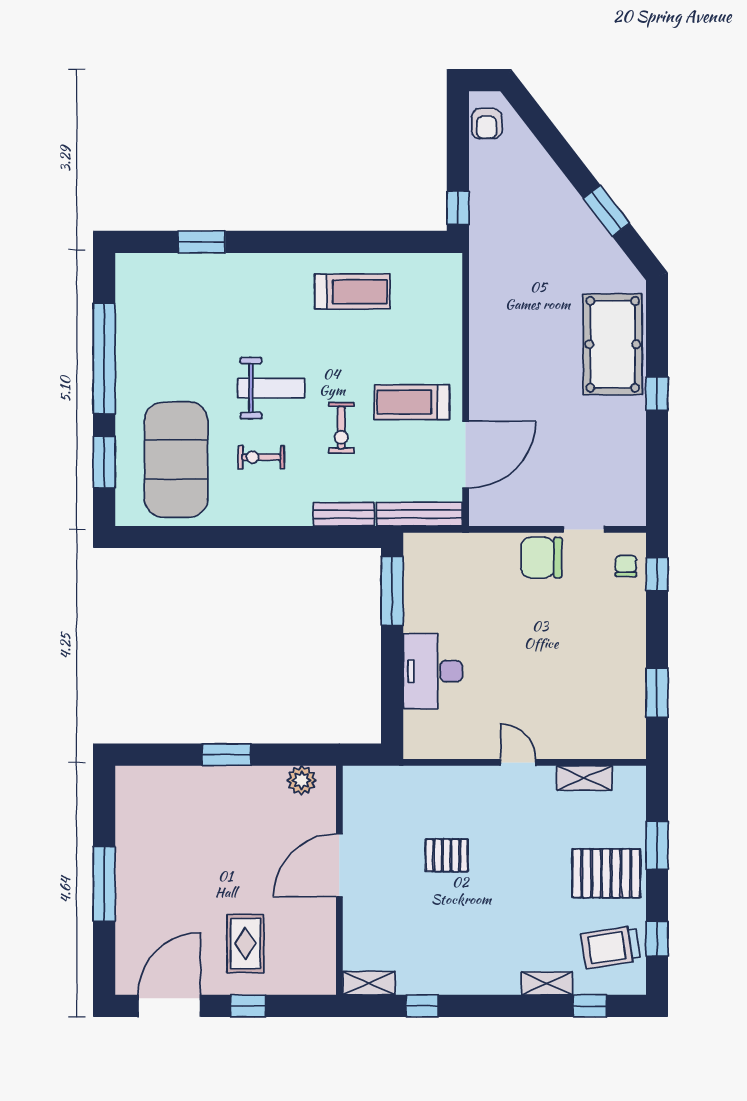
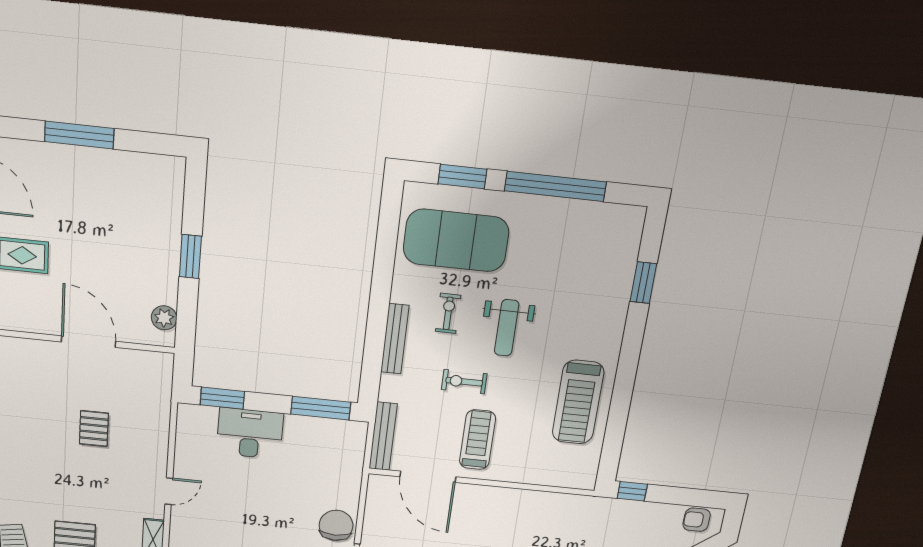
treadmill: (352, 292) -> (578, 402), width x1.37, depth x1.38
bench: (344, 514) -> (395, 339), moved, width x1.36
window: (392, 707) -> (222, 398), added

